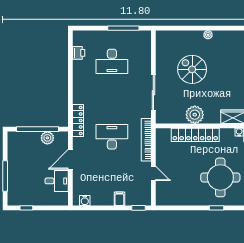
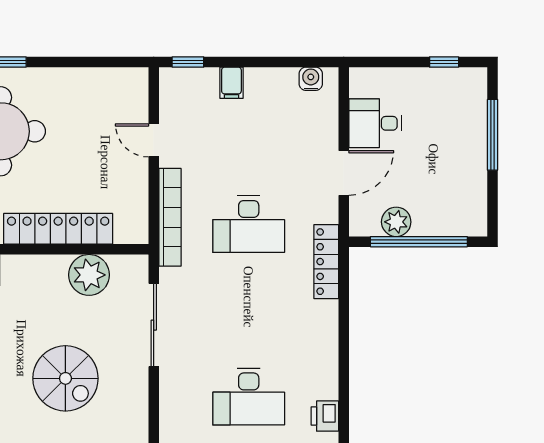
desk: (112, 61) -> (249, 397), turned 180
plant: (195, 115) -> (89, 275), moved

